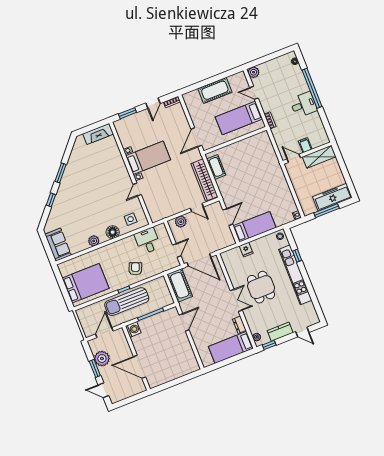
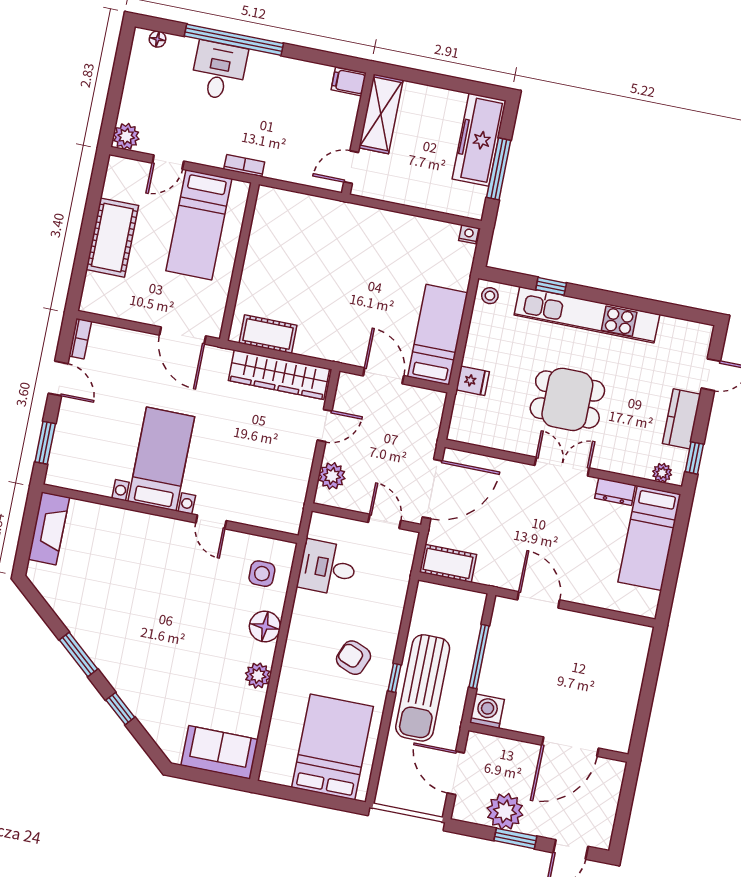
desk: (304, 105) -> (219, 71), moved
filing cabinet: (305, 145) -> (349, 82), moved
armchair: (135, 269) -> (353, 658), moved
cot: (180, 285) -> (448, 563), width x0.73, depth x0.75

